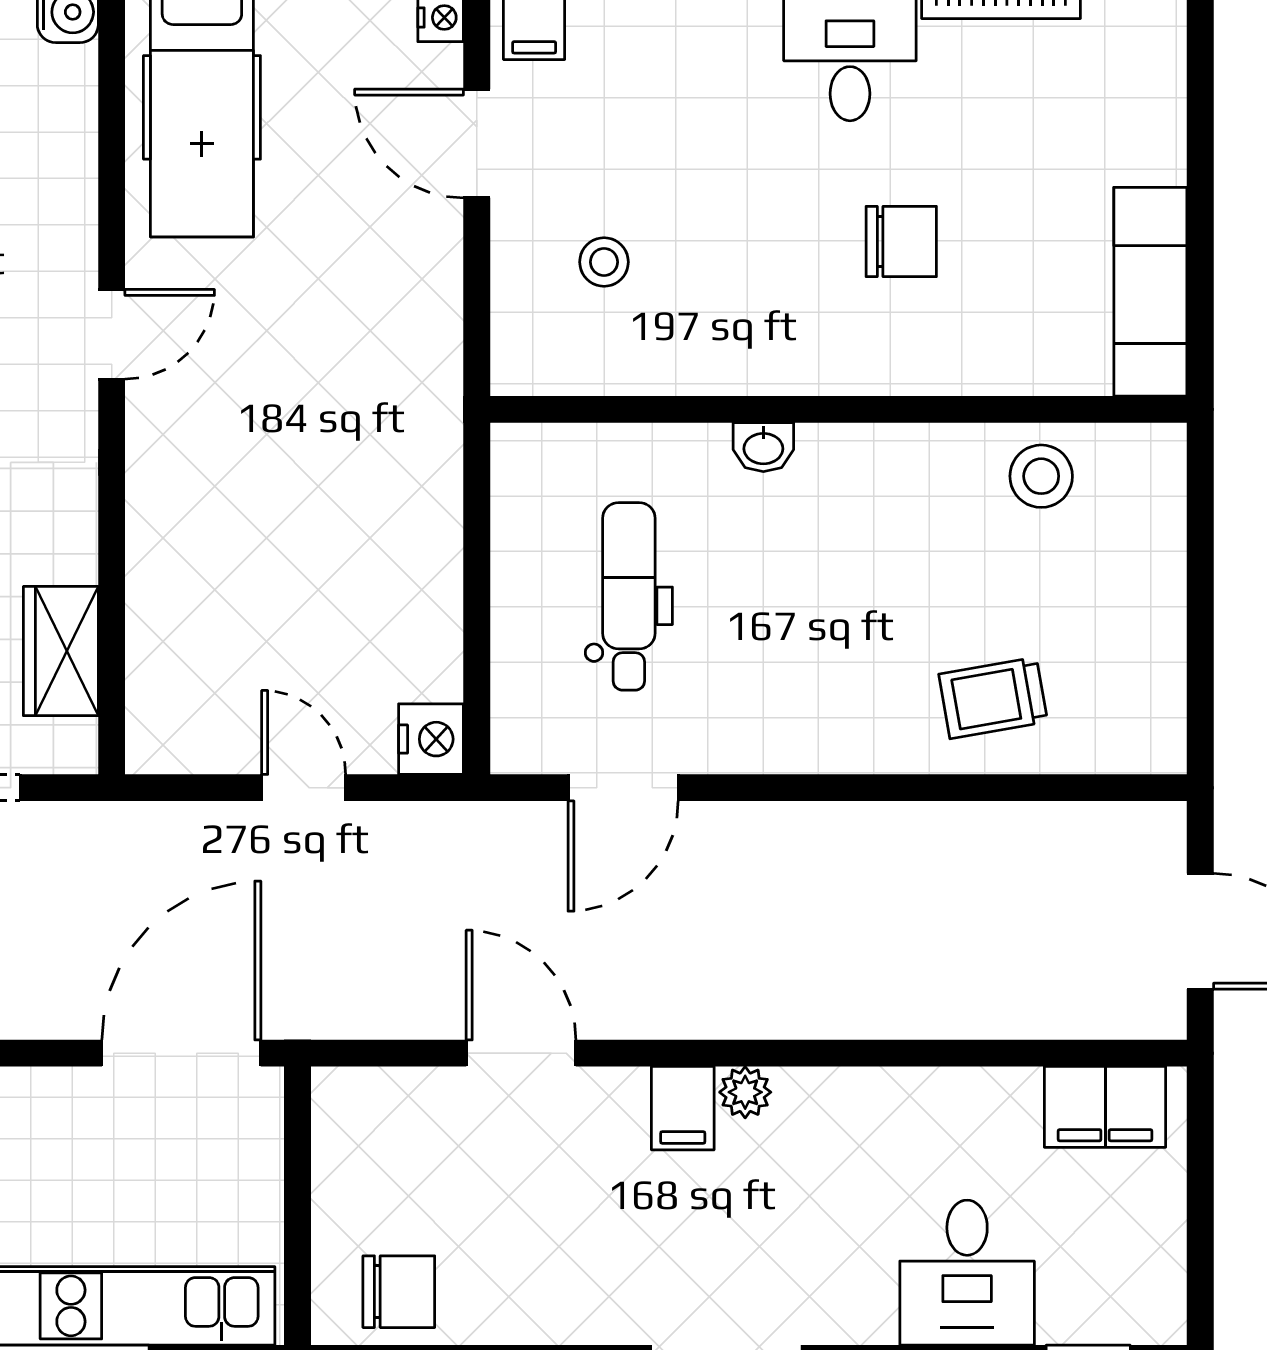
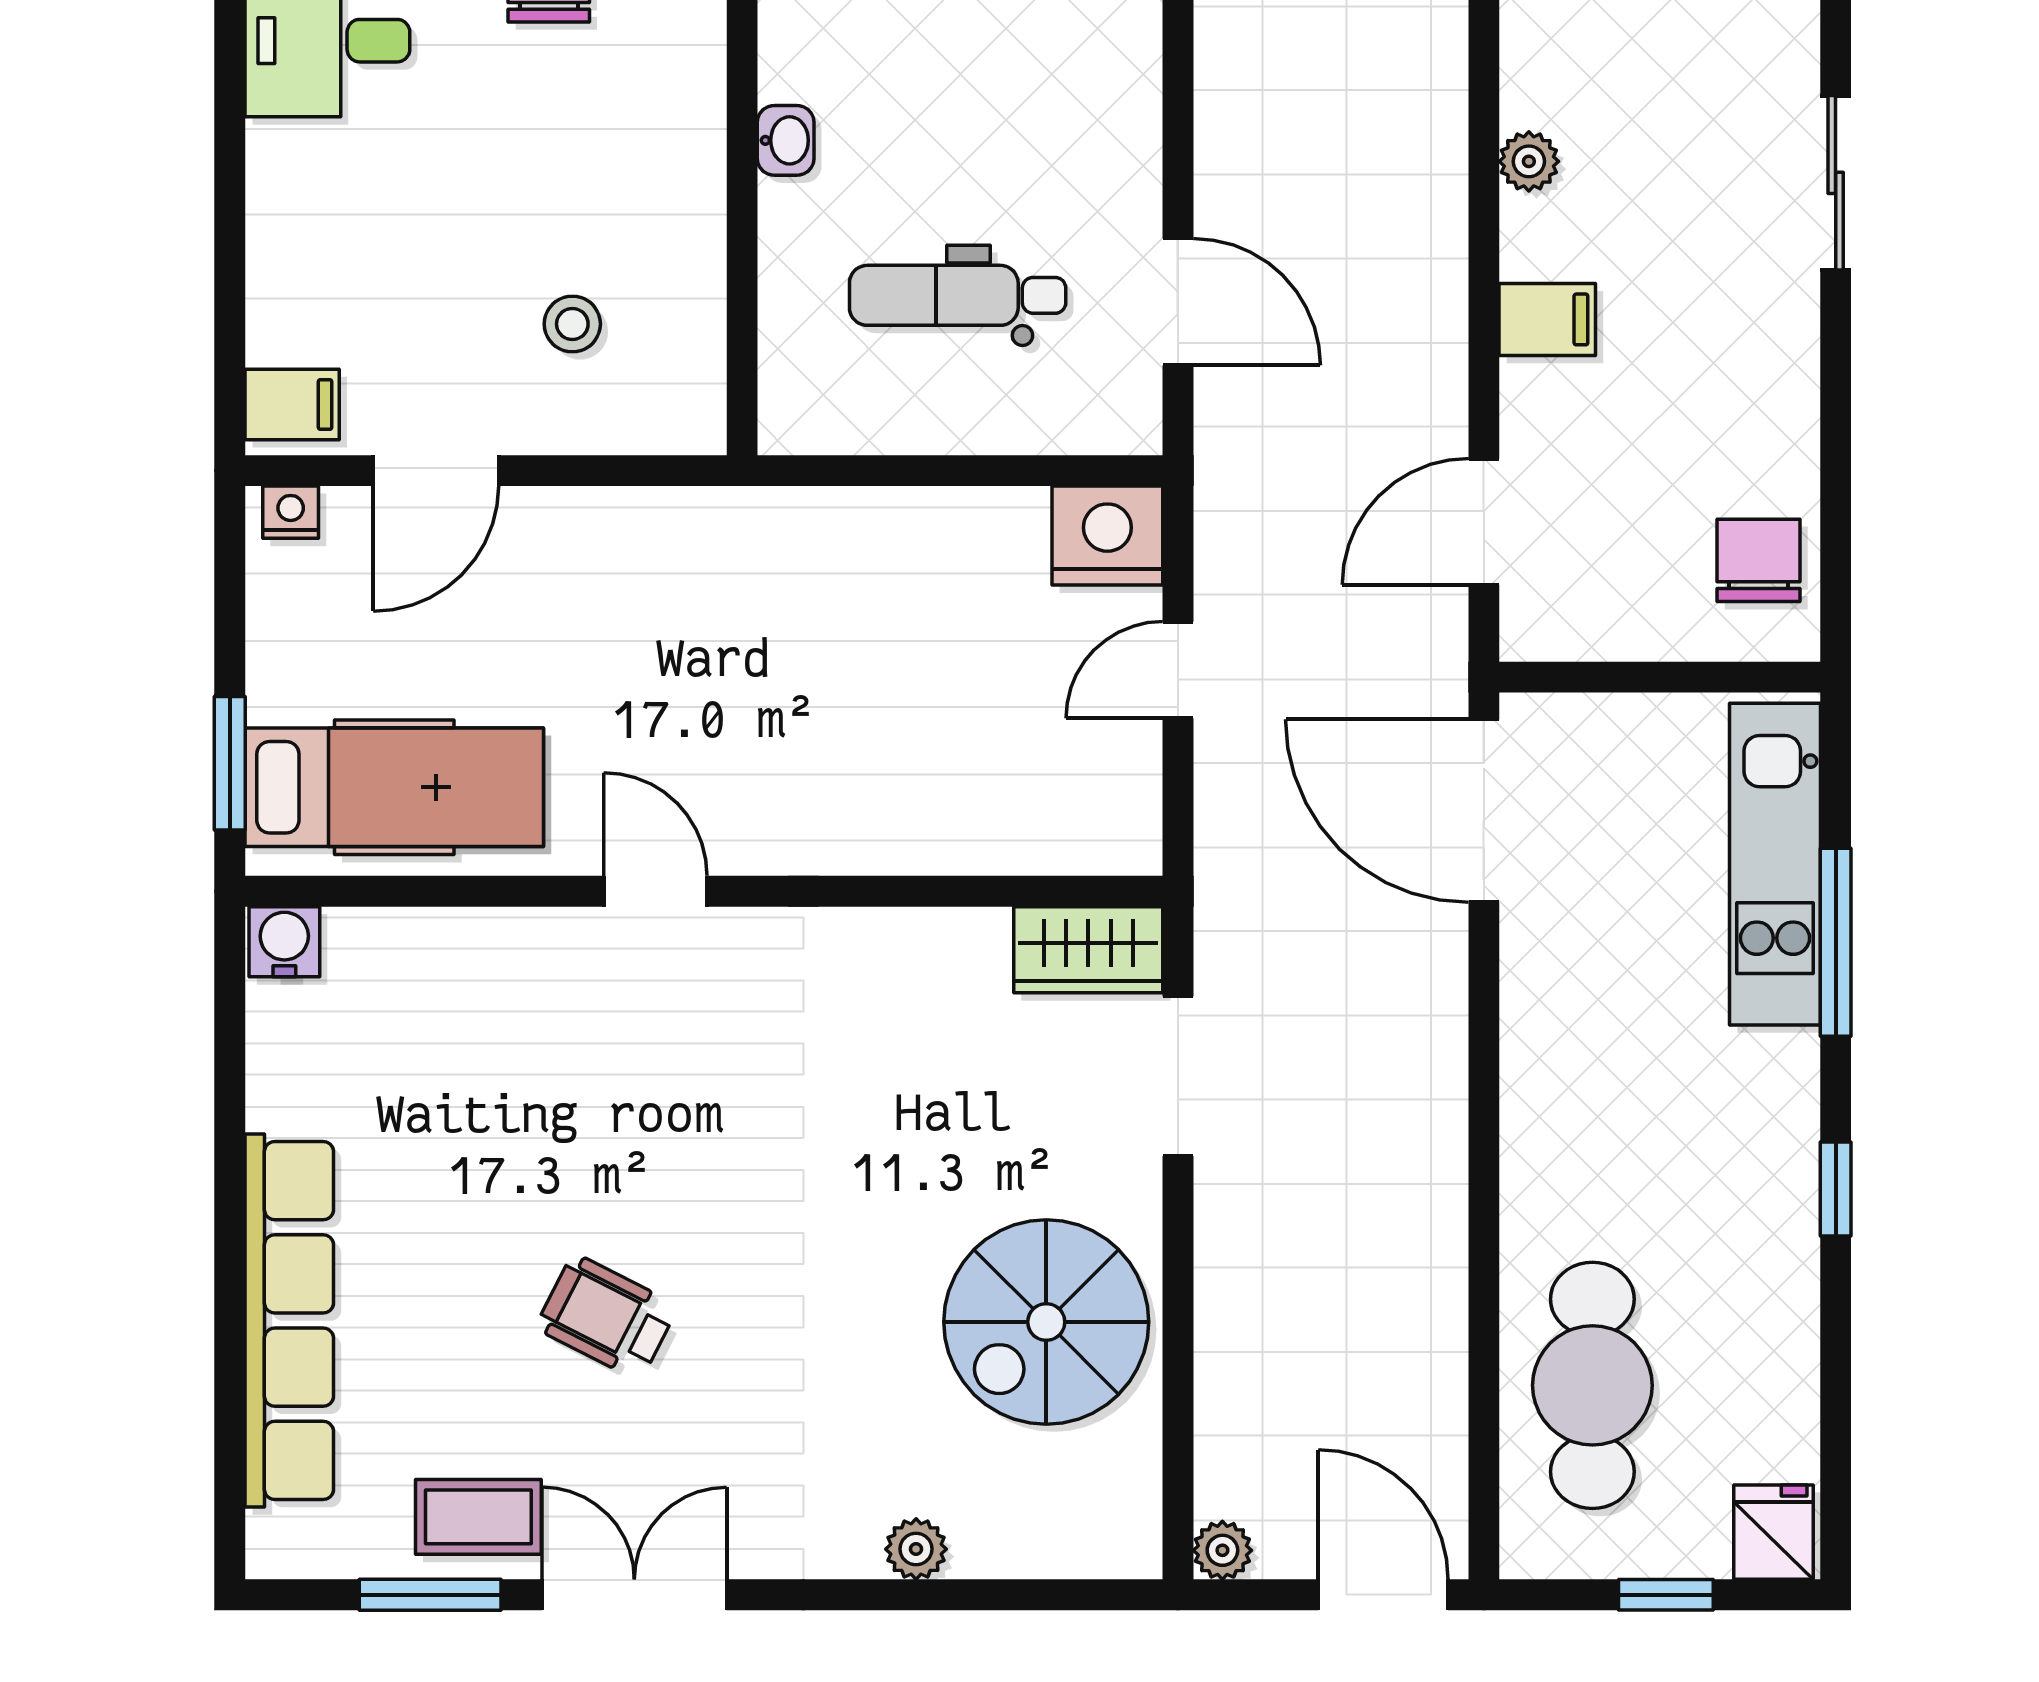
wardrobe: (61, 651) -> (1088, 950), moved
nightstand: (431, 739) -> (1107, 536), width x1.36, depth x1.33
door: (521, 1053) -> (1484, 522), moved
filing cabinet: (683, 1108) -> (1547, 319), moved

